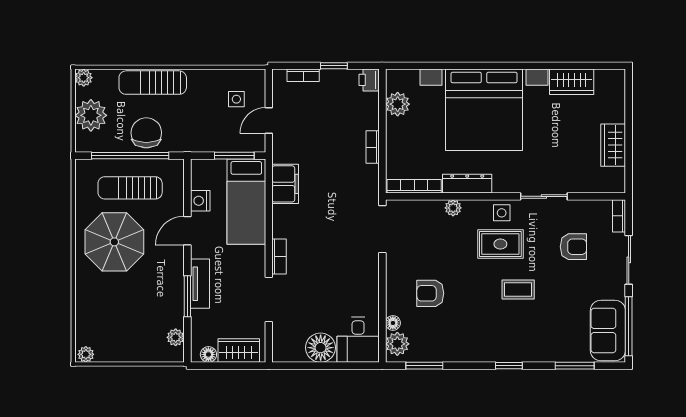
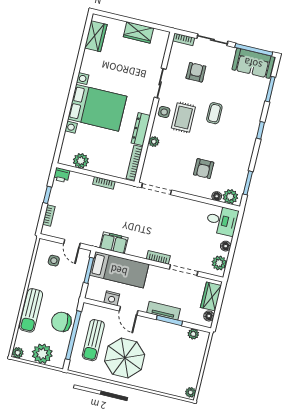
wardrobe: (572, 82) -> (96, 36), moved
bed with nightstands: (484, 110) -> (97, 108), width x0.73
floor lamp: (321, 348) -> (226, 246), width x0.53, depth x0.53
plant: (292, 351) -> (219, 263), added

